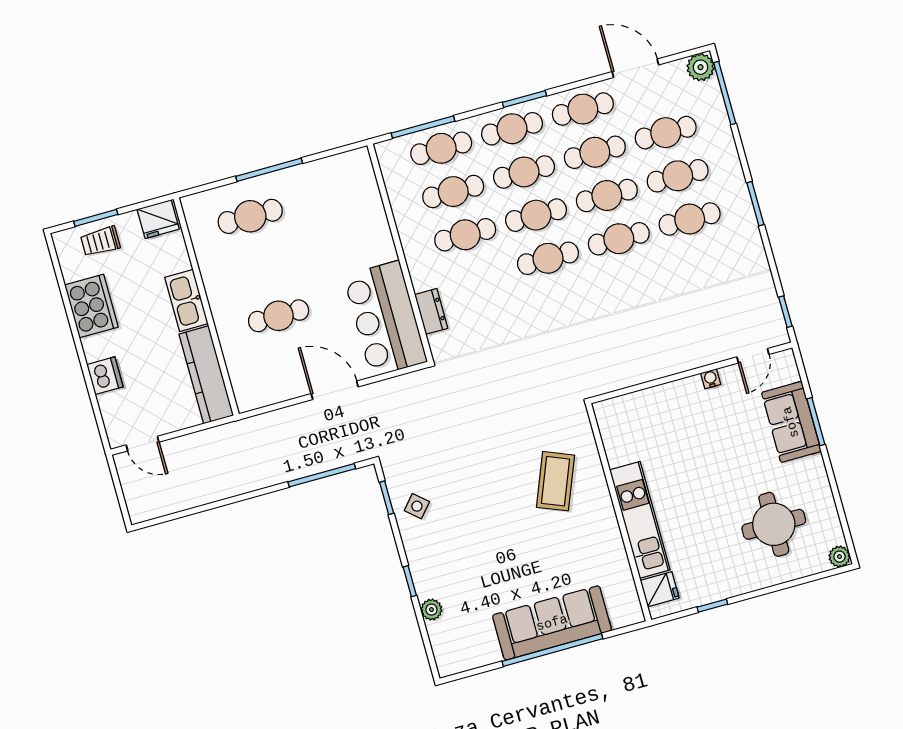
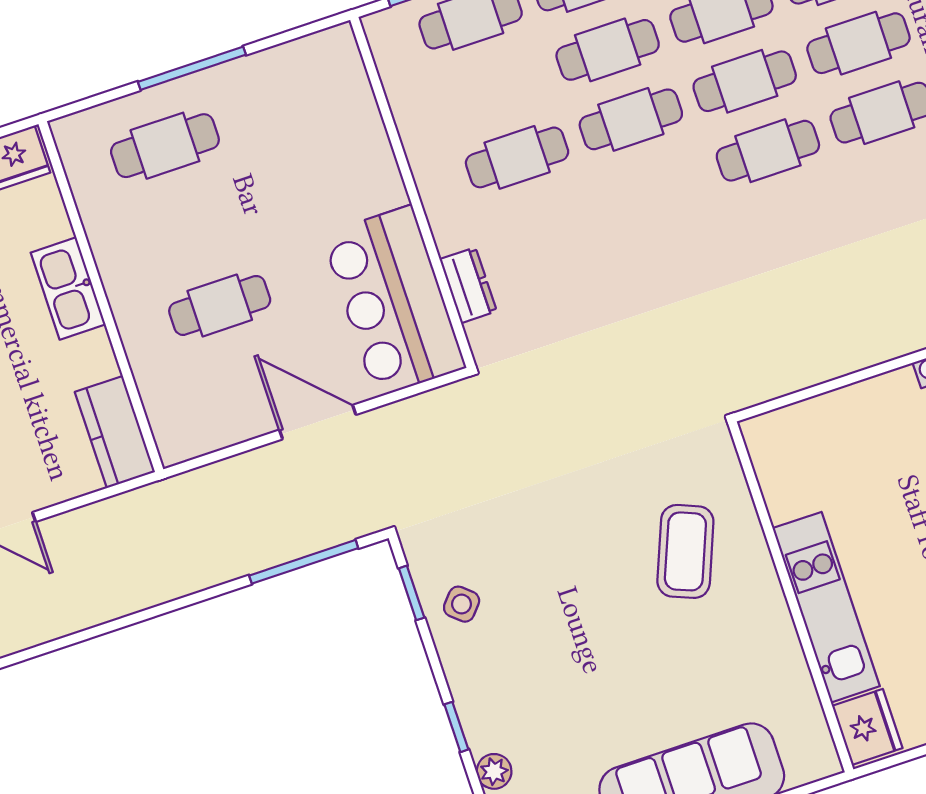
cafe table: (453, 192) -> (494, 88), removed
cafe table: (548, 258) -> (654, 189), removed
kitchen counter: (206, 375) -> (115, 432), width x0.67
fridge: (660, 589) -> (867, 727), width x1.38

